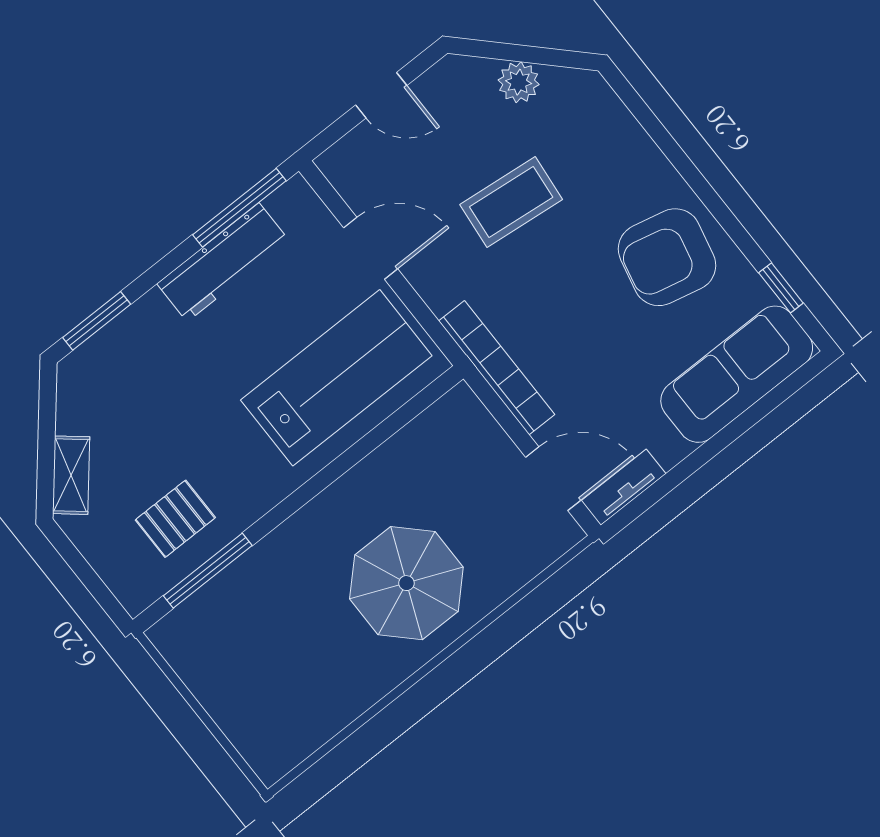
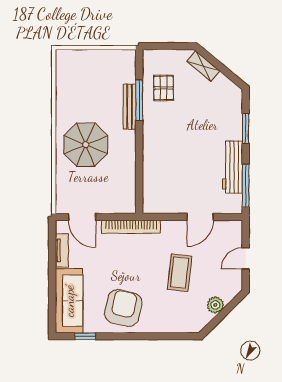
window: (97, 321) -> (246, 129), moved
lab bench: (336, 378) -> (168, 174), removed
door: (553, 479) -> (82, 217), hinge flipped
tv unit: (623, 487) -> (62, 250), moved
bench: (264, 556) -> (130, 107), added
window: (208, 571) -> (139, 100), moved

